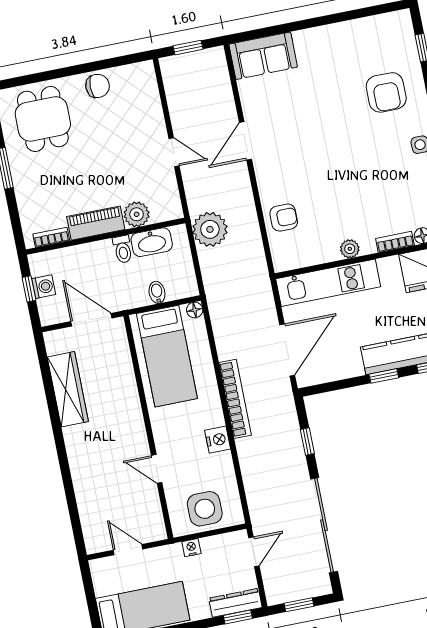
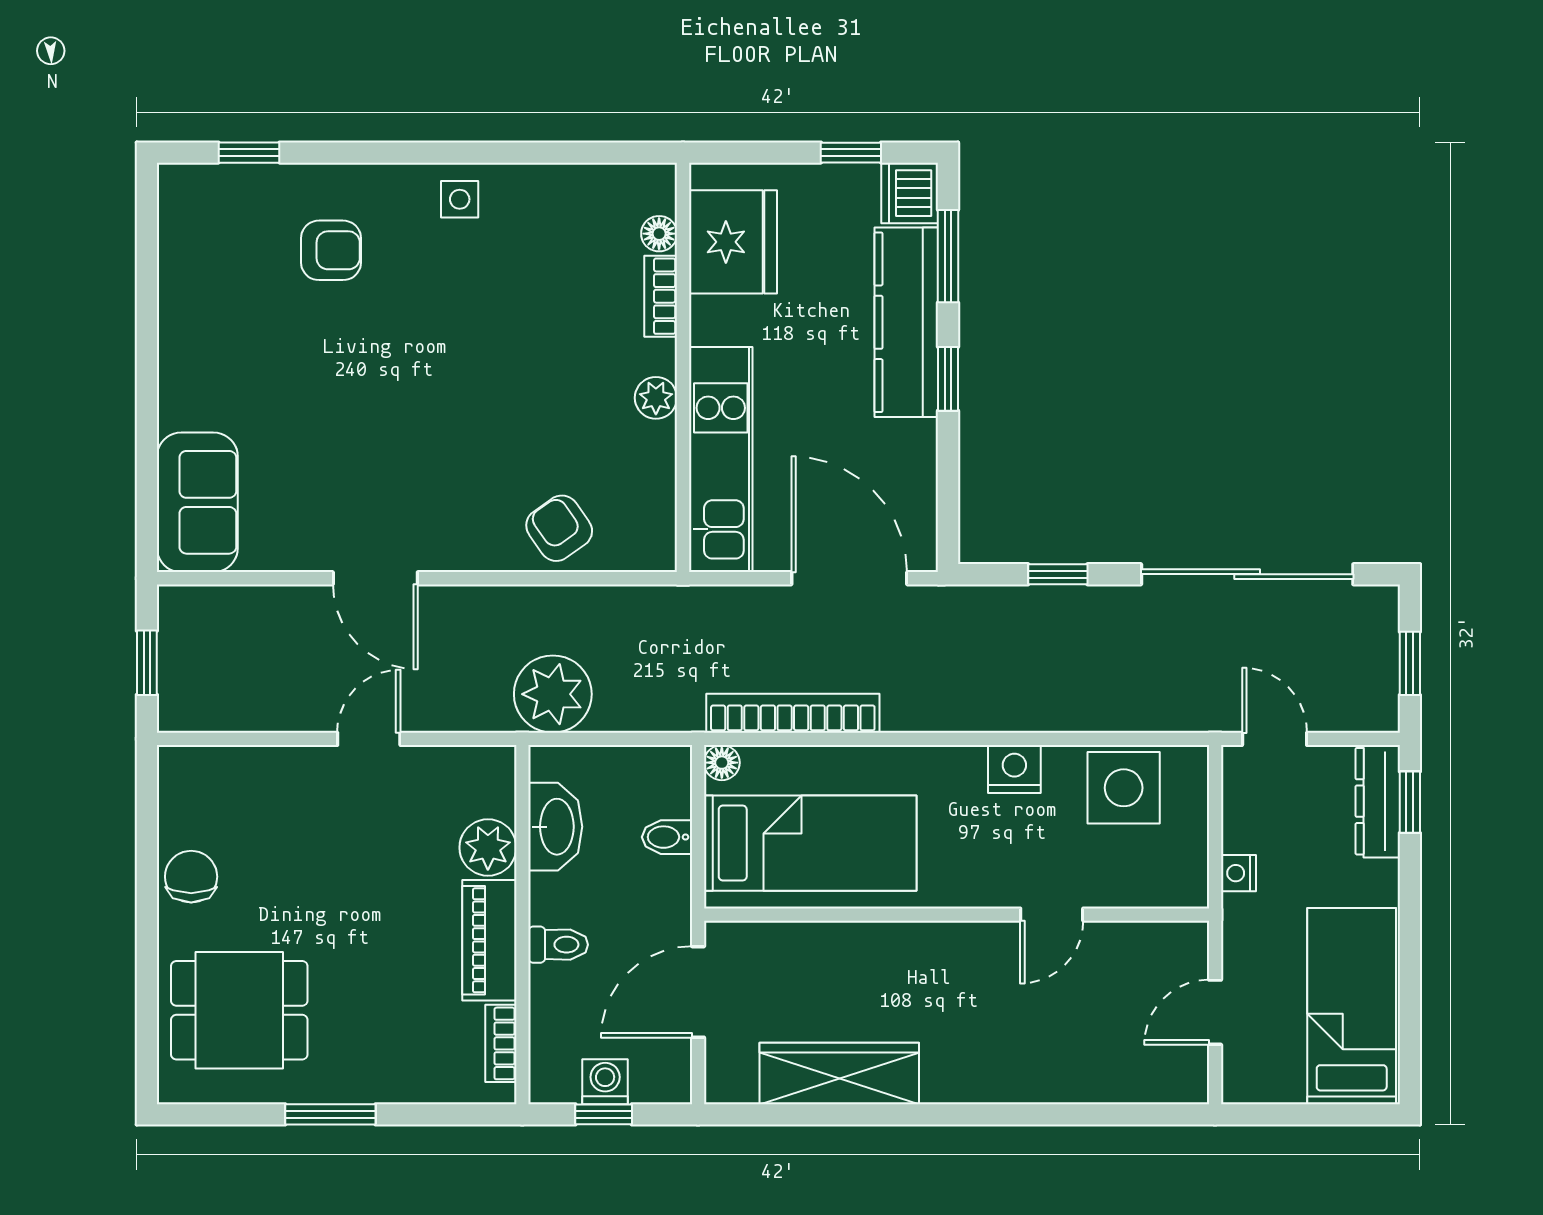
armchair: (386, 92) -> (331, 250), width x0.72, depth x0.72
armchair: (284, 218) -> (559, 528), turned -35
toilet: (123, 249) -> (558, 945), moved
bookcase: (235, 399) -> (793, 713), moved
side table: (205, 509) -> (1124, 788), moved

